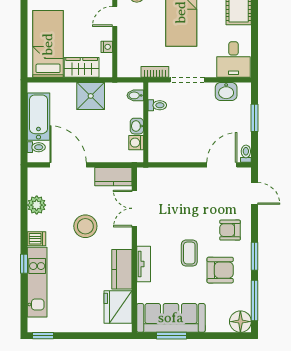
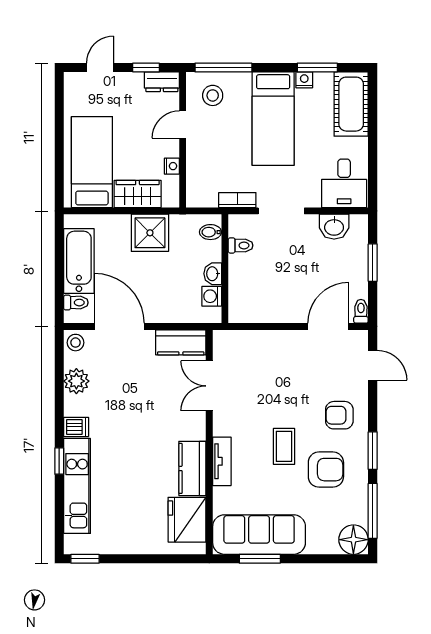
stool: (85, 226) -> (76, 343), moved, width x0.53, depth x0.53

